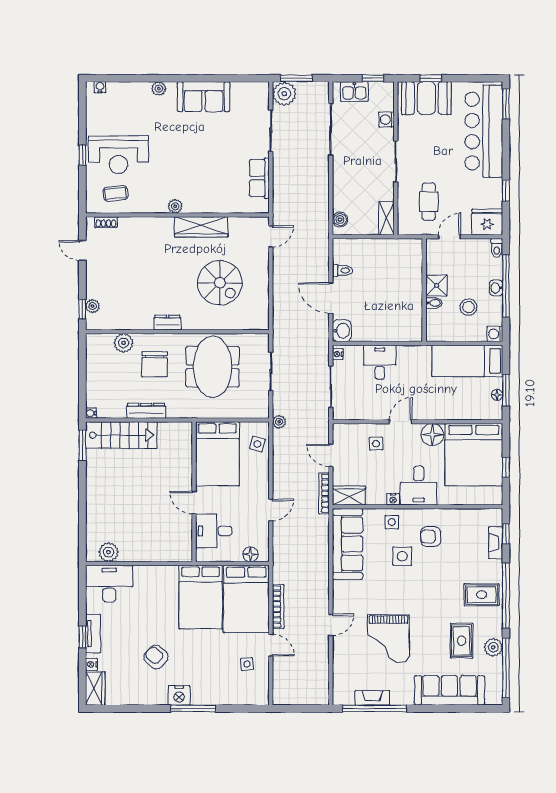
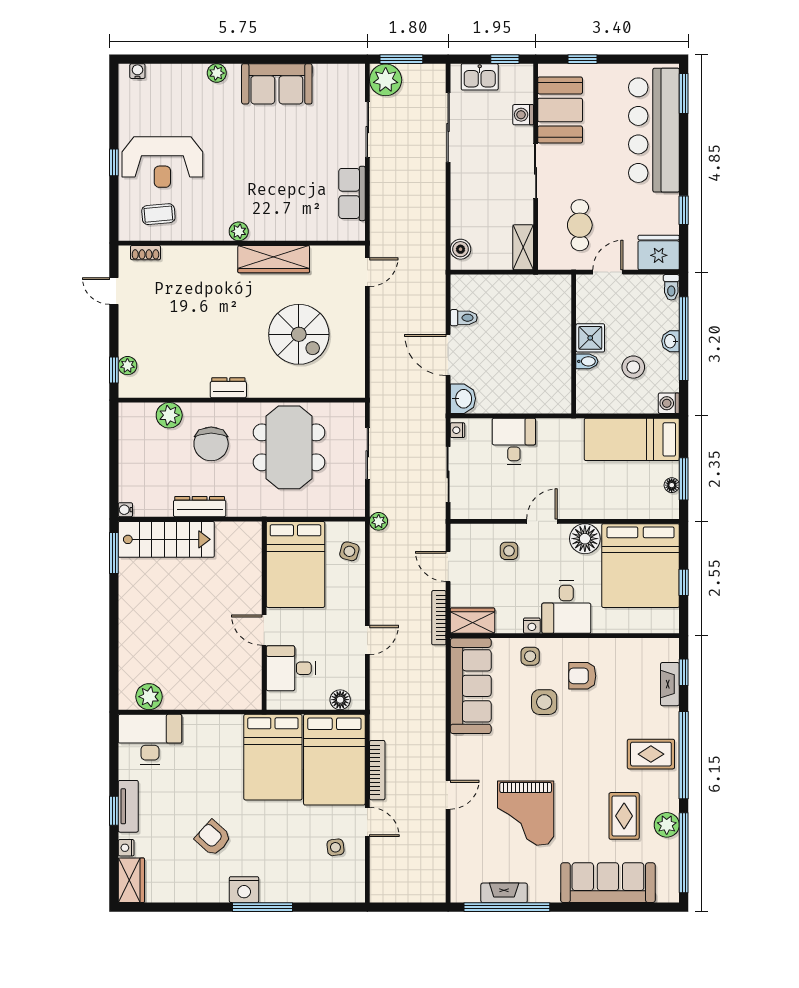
booth: (426, 98) -> (560, 110), moved, turned 90

